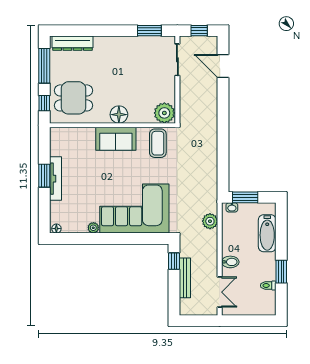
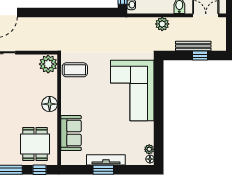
sofa: (116, 139) -> (71, 133), moved
plant: (210, 221) -> (162, 24), moved
plant: (93, 228) -> (149, 149), moved
window: (174, 261) -> (200, 56), moved

